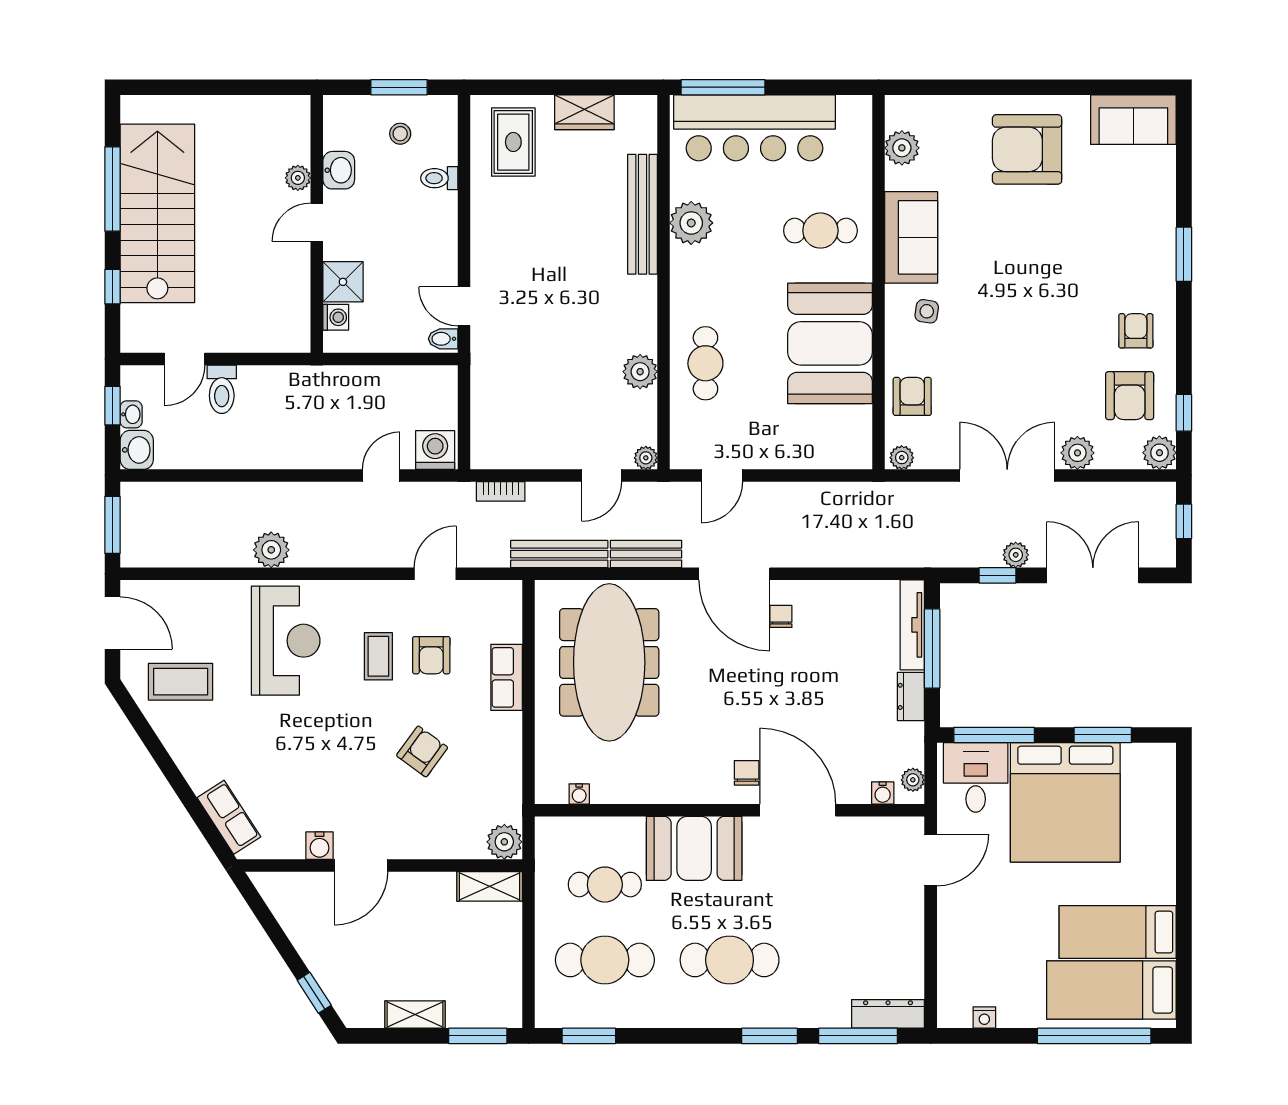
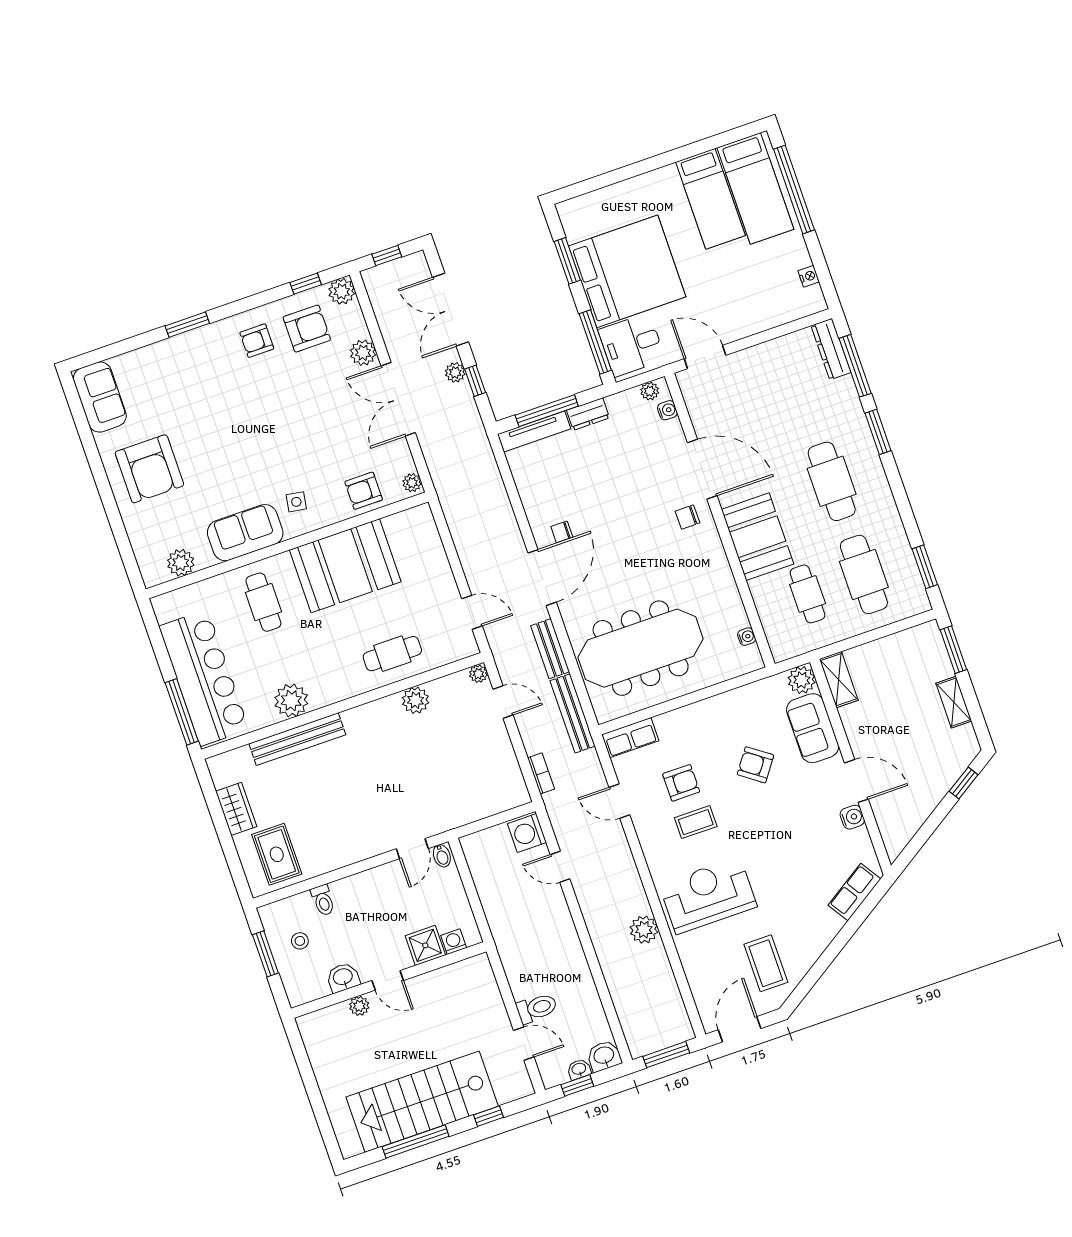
rug: (513, 142) -> (277, 854), turned 90
row of seats: (507, 677) -> (630, 738), moved
door: (798, 810) -> (702, 469), swing flipped
sofa: (442, 835) -> (813, 728), added

